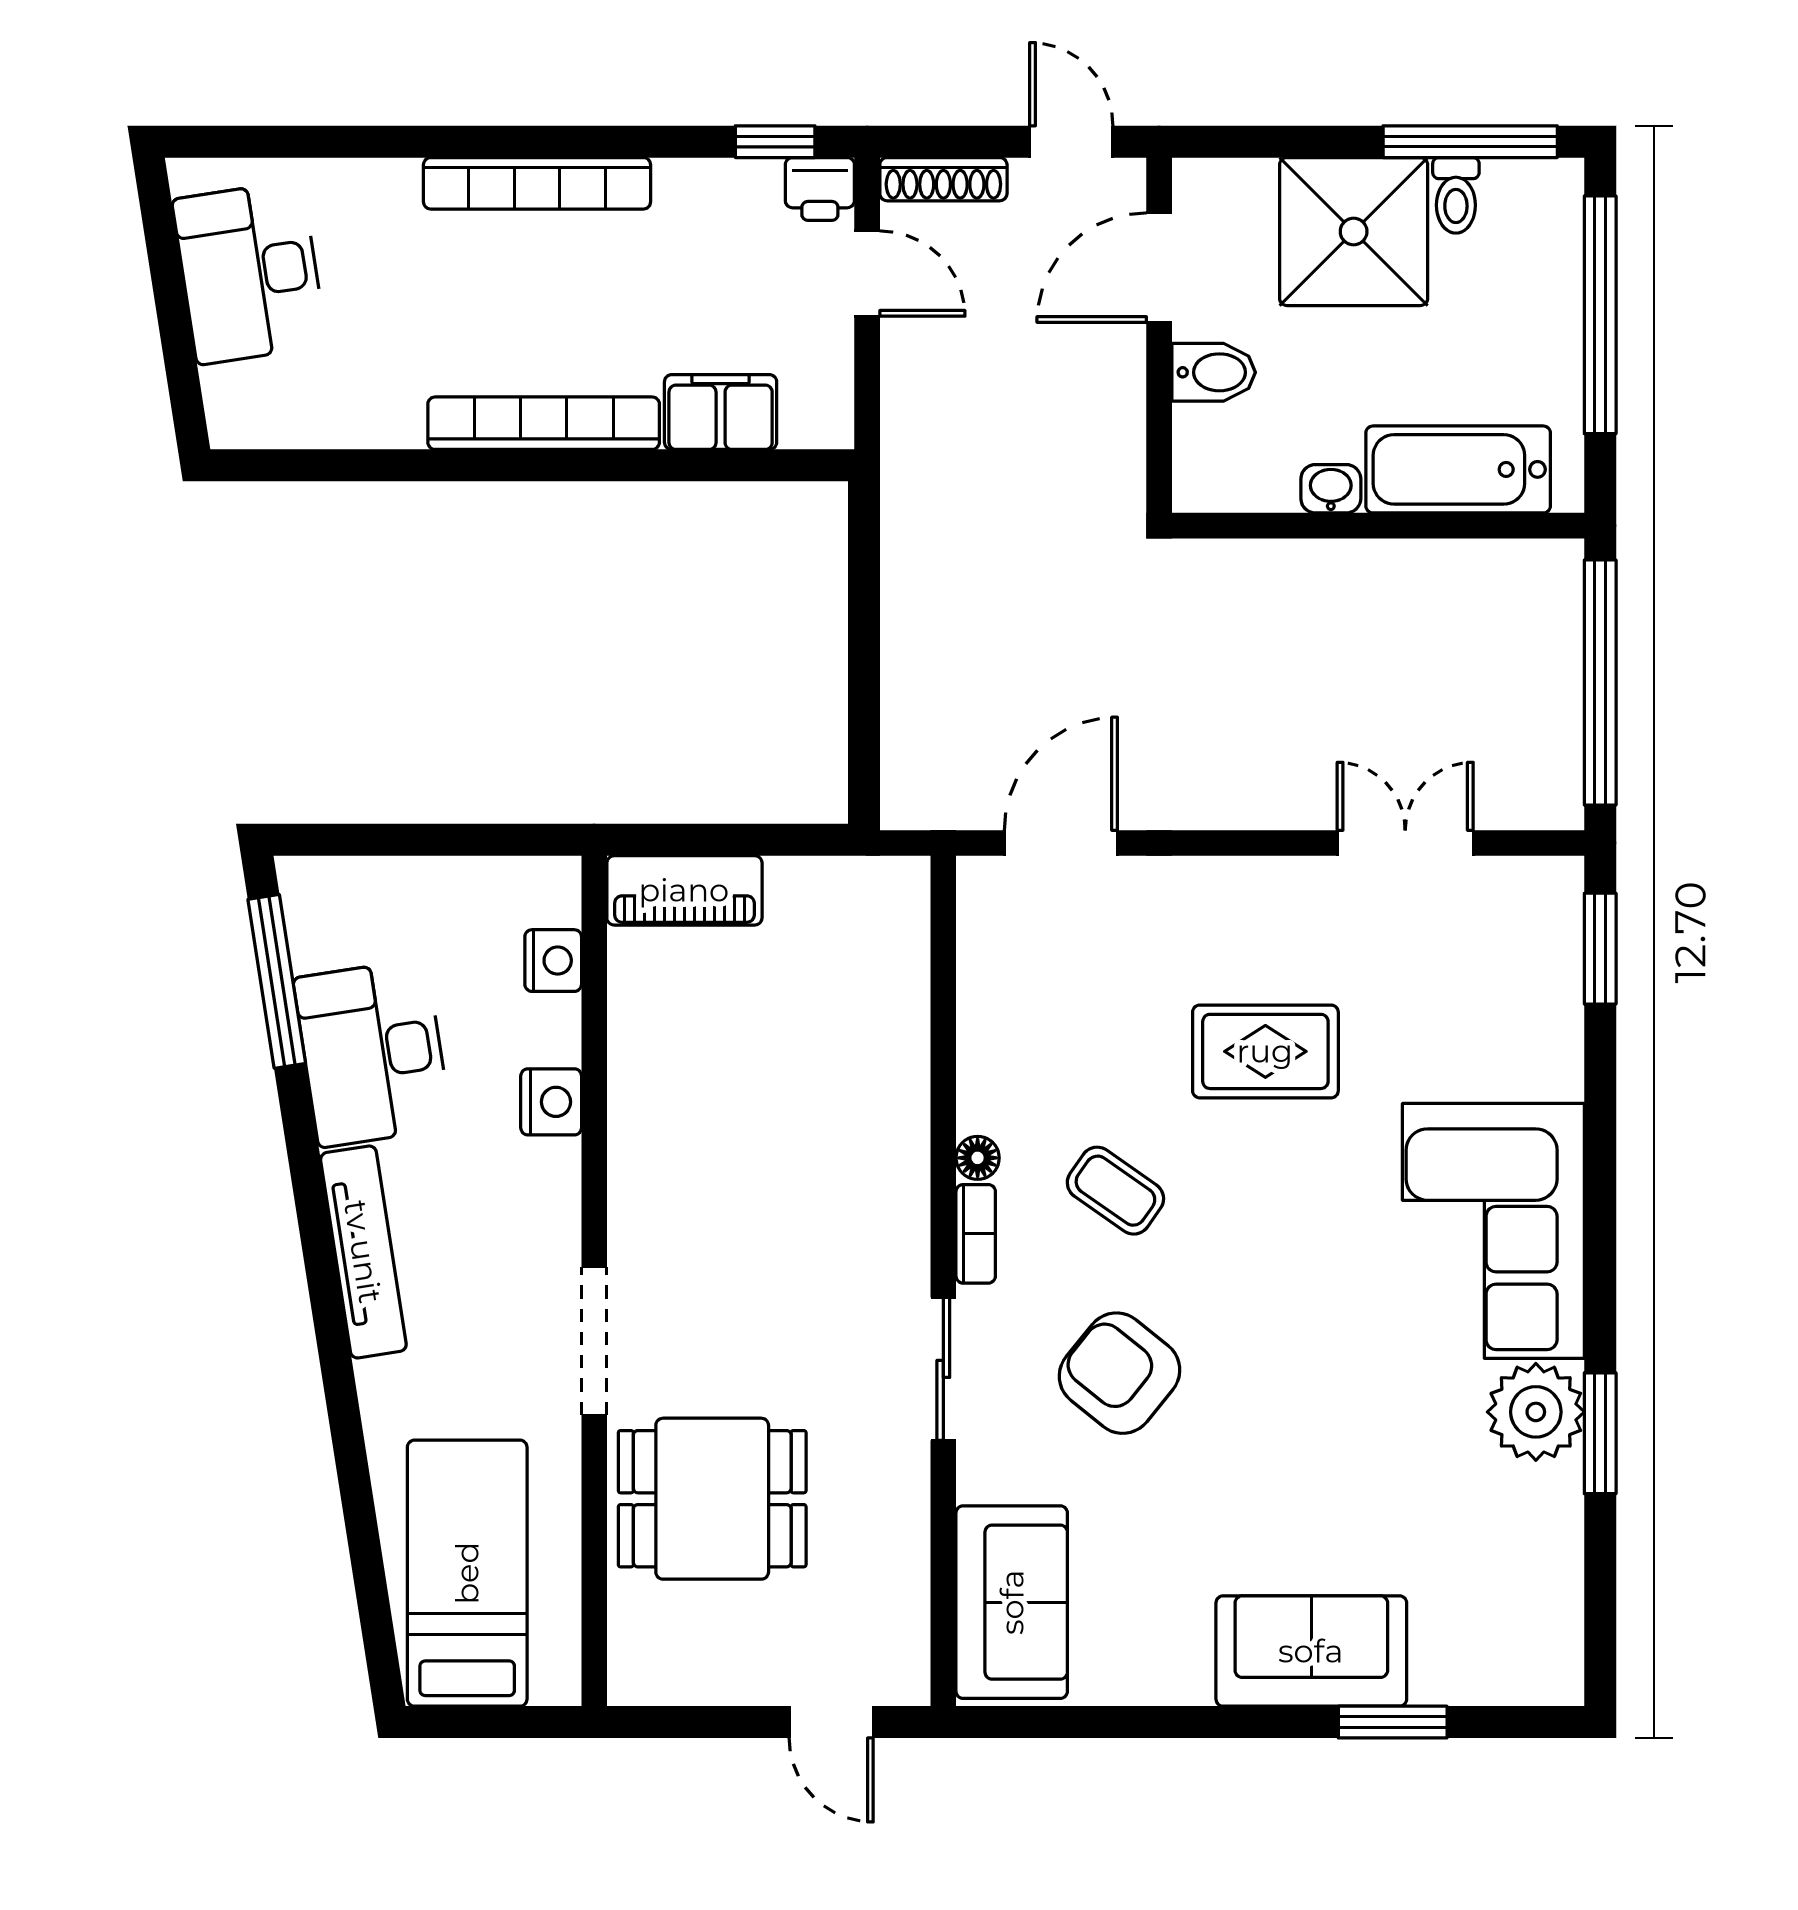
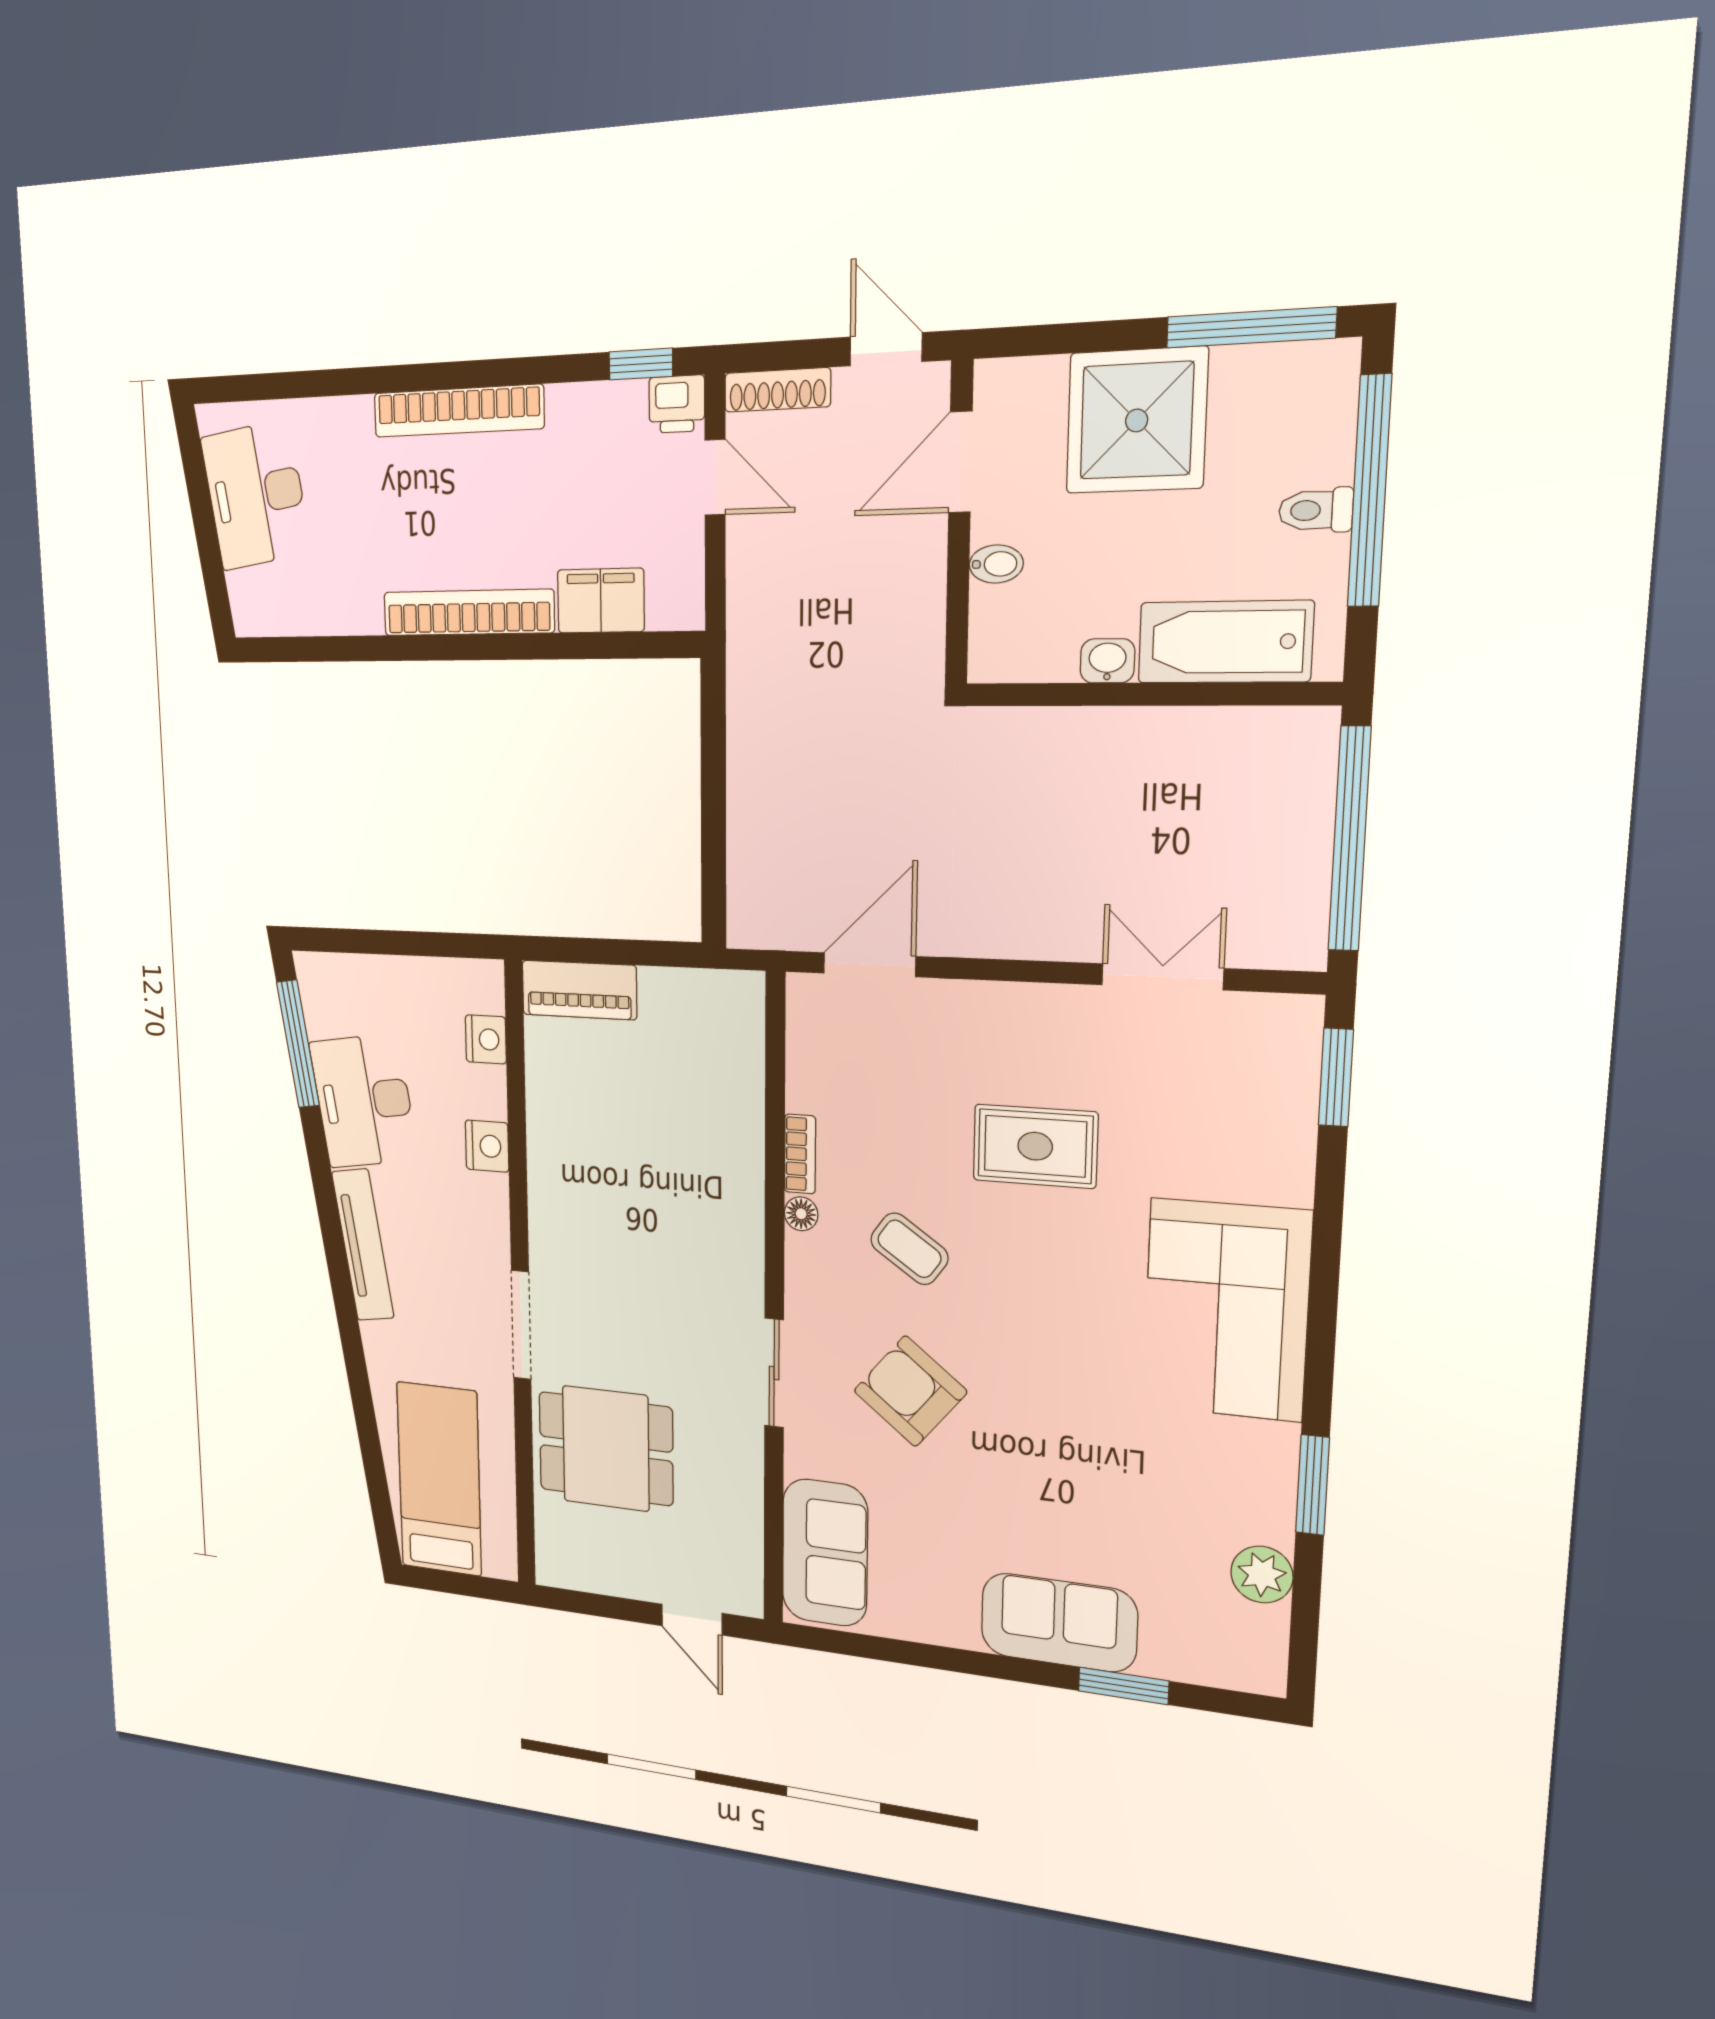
toilet: (1456, 195) -> (1316, 510), moved, turned 90
bidet: (1214, 372) -> (996, 564), width x0.72, depth x0.74
bookcase: (976, 1234) -> (800, 1154), moved
plant: (1536, 1412) -> (1262, 1575), moved, width x0.73, depth x0.73

